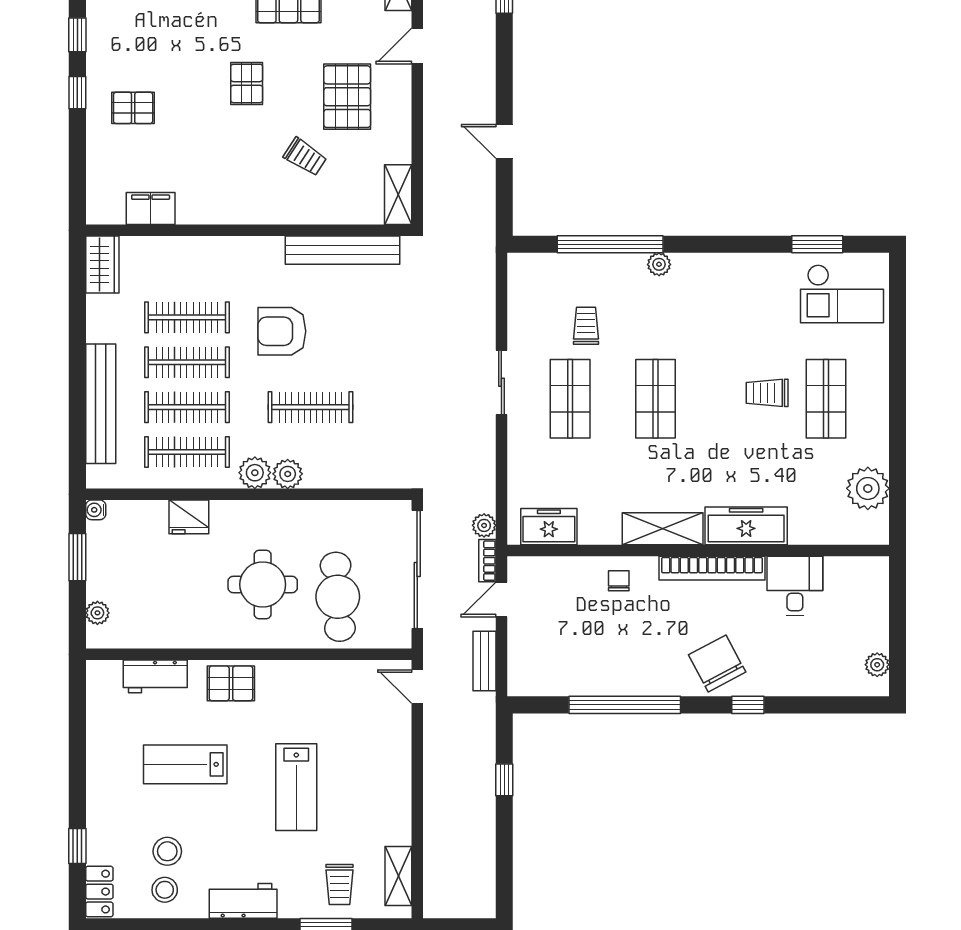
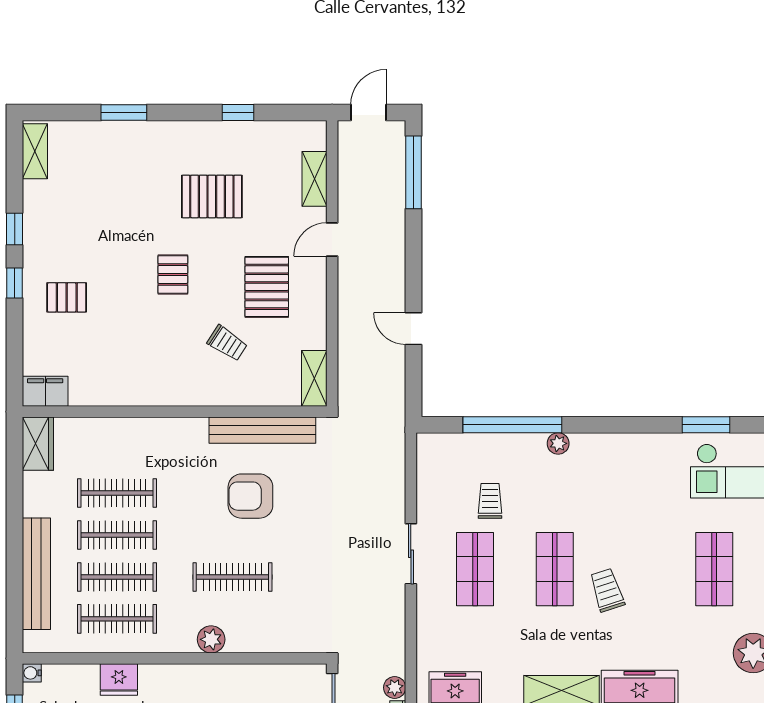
filing cabinet: (151, 208) -> (45, 391), moved
armchair: (282, 331) -> (250, 496), moved
trolley: (767, 393) -> (607, 590), moved, turned 72
plant: (255, 473) -> (180, 638), removed

